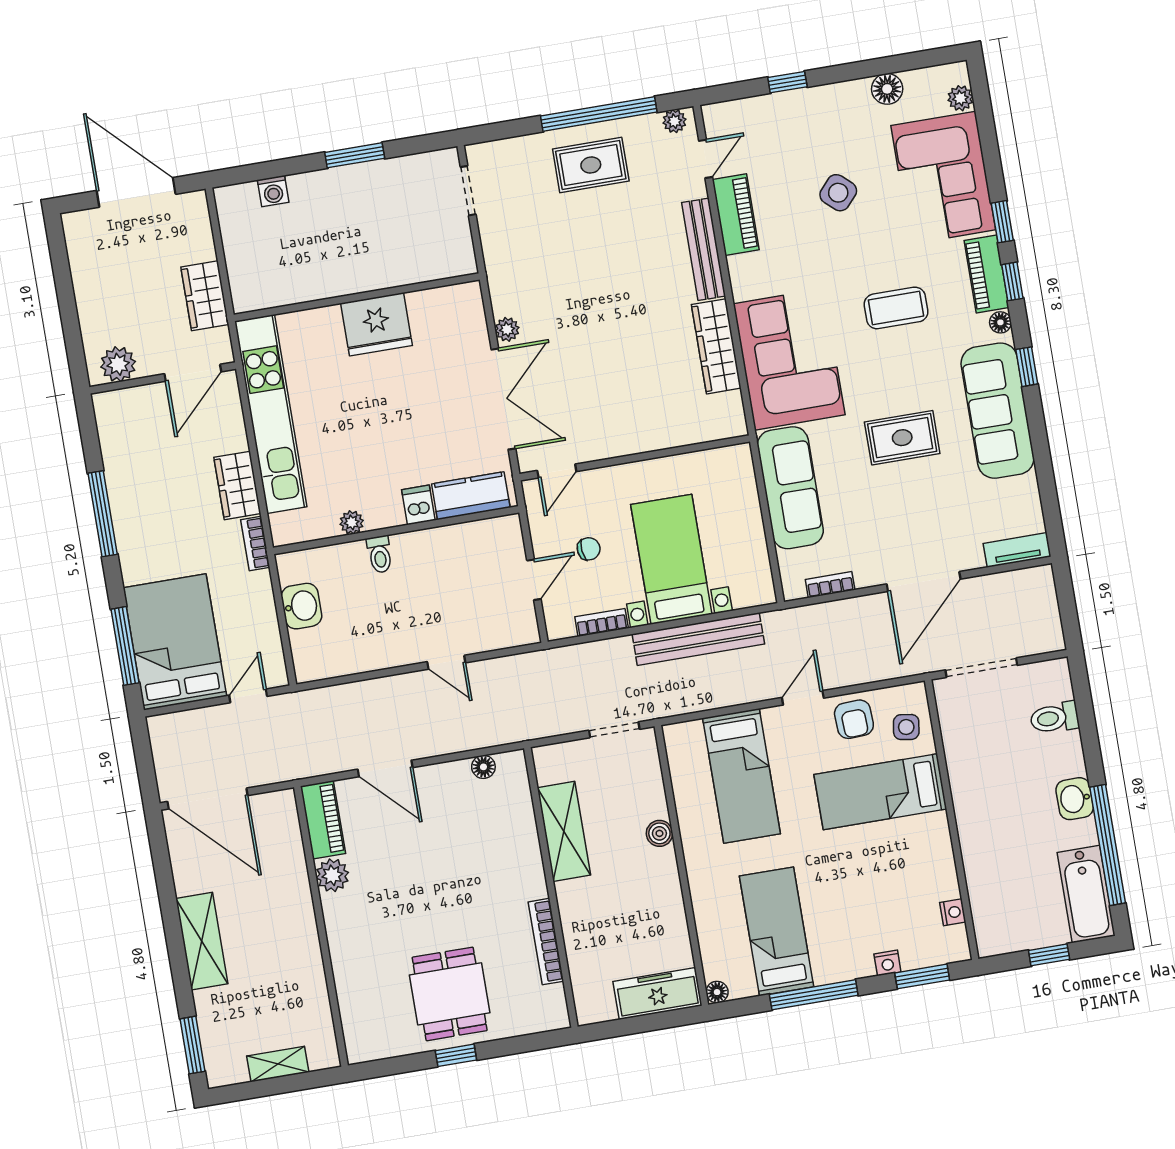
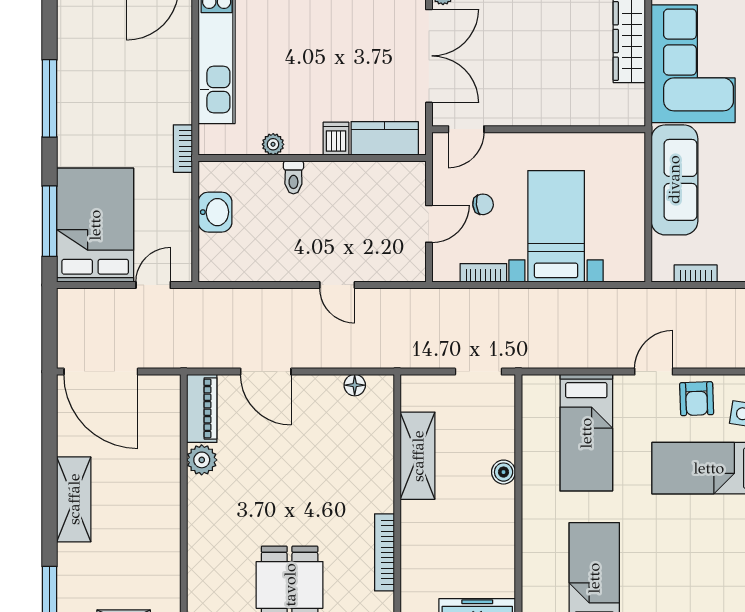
wardrobe: (237, 485) -> (175, 93), removed
bench: (698, 639) -> (568, 303), removed

